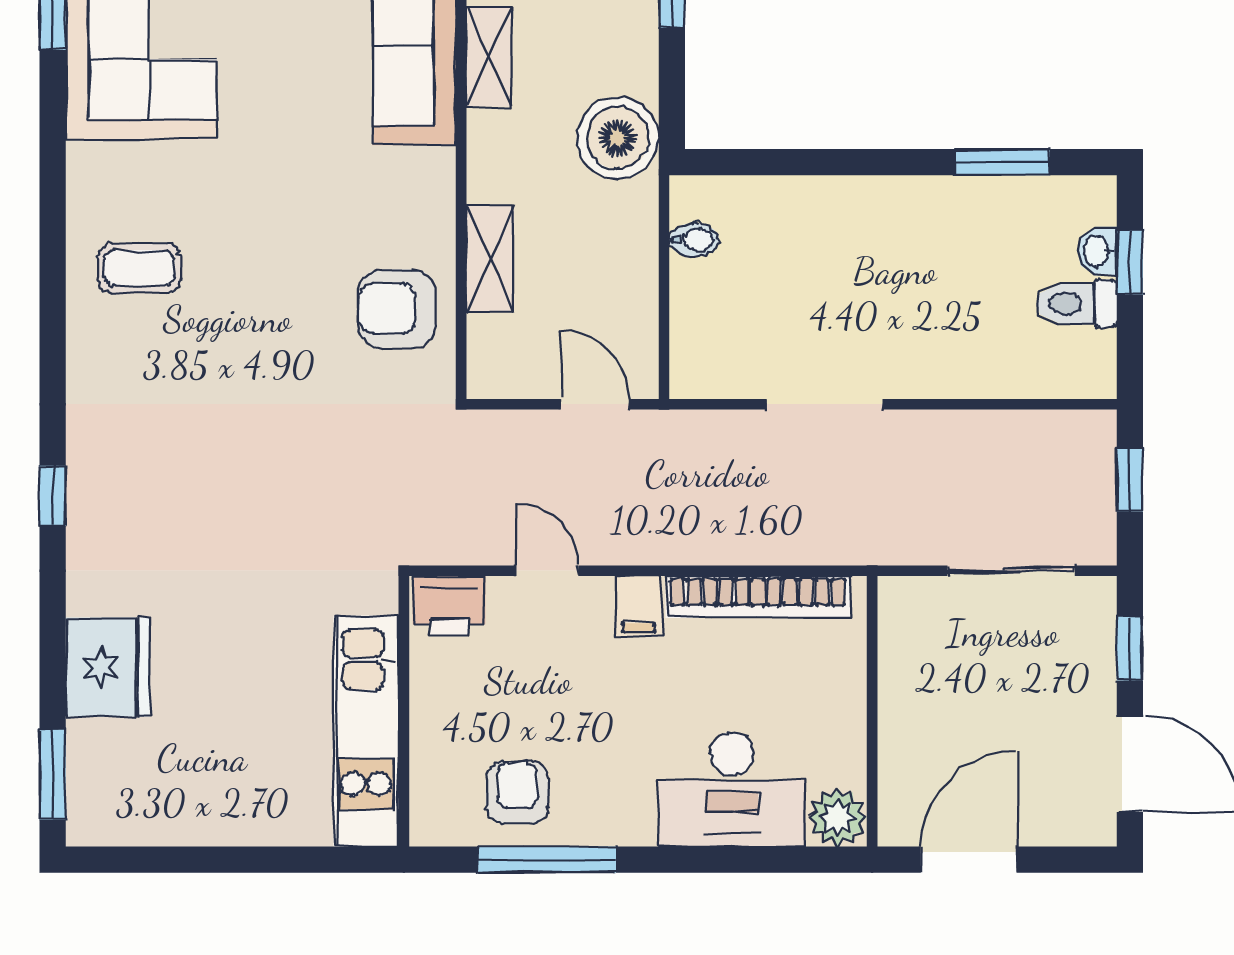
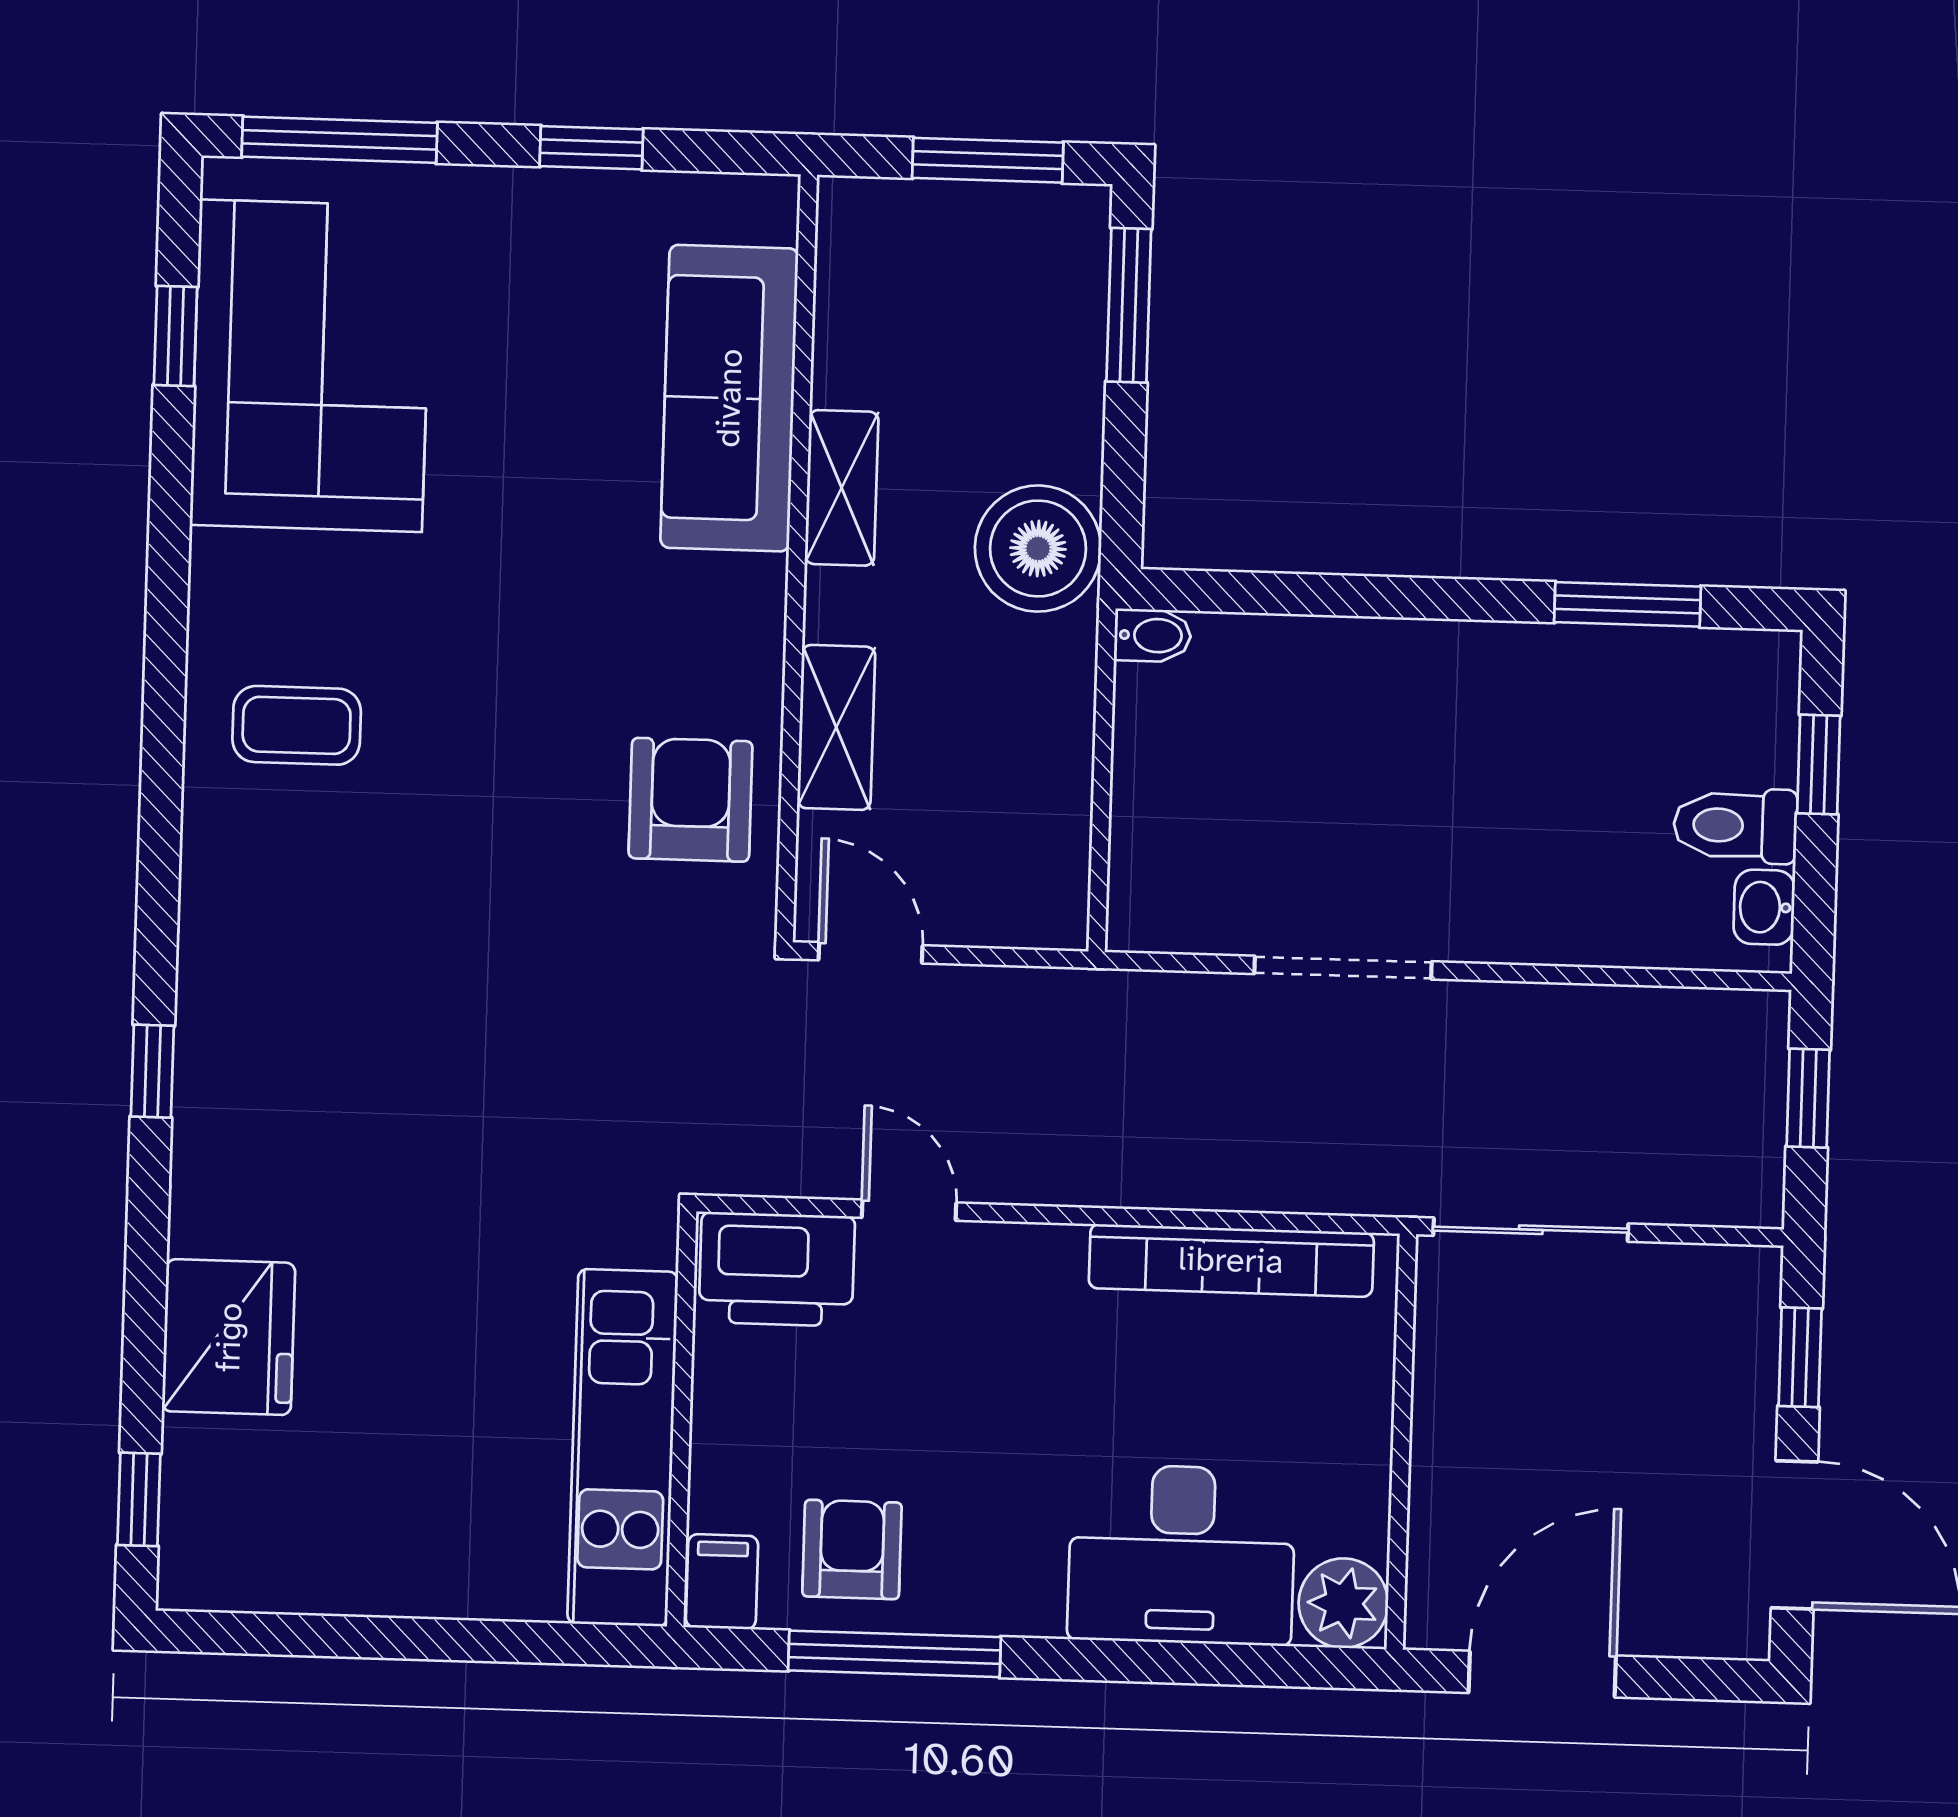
shelving: (489, 56) -> (842, 488), moved
bidet: (694, 240) -> (1153, 635), moved
washbasin: (1097, 251) -> (1764, 907), moved
armchair: (397, 308) -> (690, 800), turned 90
door: (595, 404) -> (870, 953), moved
sliding door: (1011, 571) -> (1531, 1230), moved
printer: (449, 606) -> (777, 1269), width x1.37, depth x1.19
filing cabinet: (639, 606) -> (722, 1582), moved, turned 180
window: (53, 775) -> (139, 1499), width x0.67

